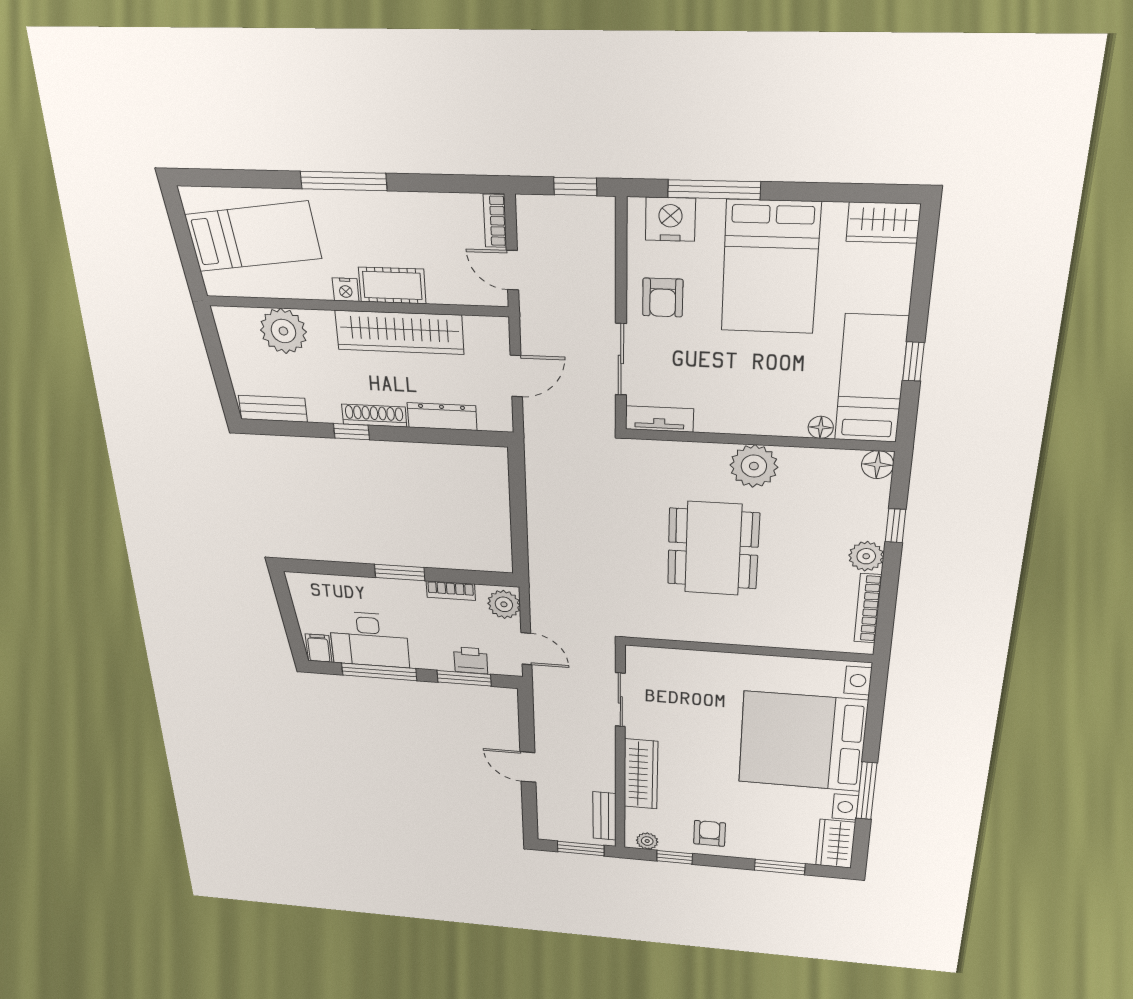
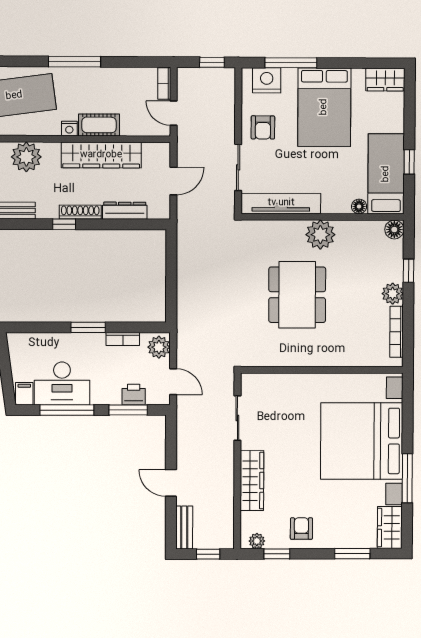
tv unit: (659, 419) -> (281, 203), width x1.92, depth x1.29
bench: (605, 816) -> (184, 528), moved
window: (581, 849) -> (208, 554), width x0.67

